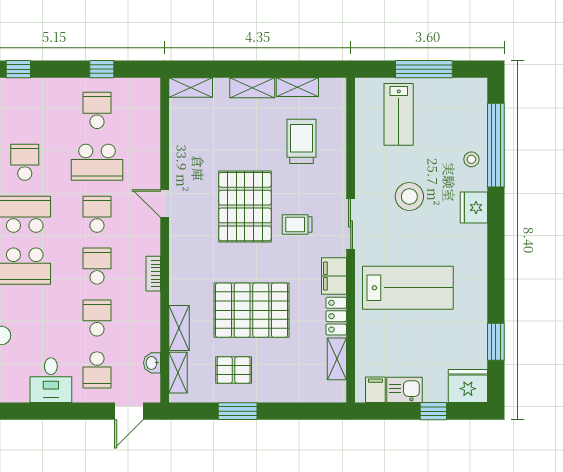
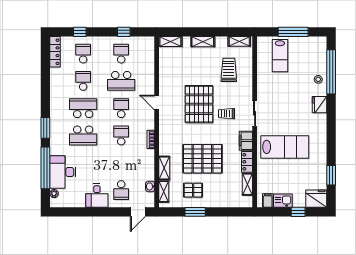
shelving: (297, 87) -> (239, 41), moved
stool: (409, 196) -> (286, 99), removed
school desk: (97, 318) -> (83, 54), moved

